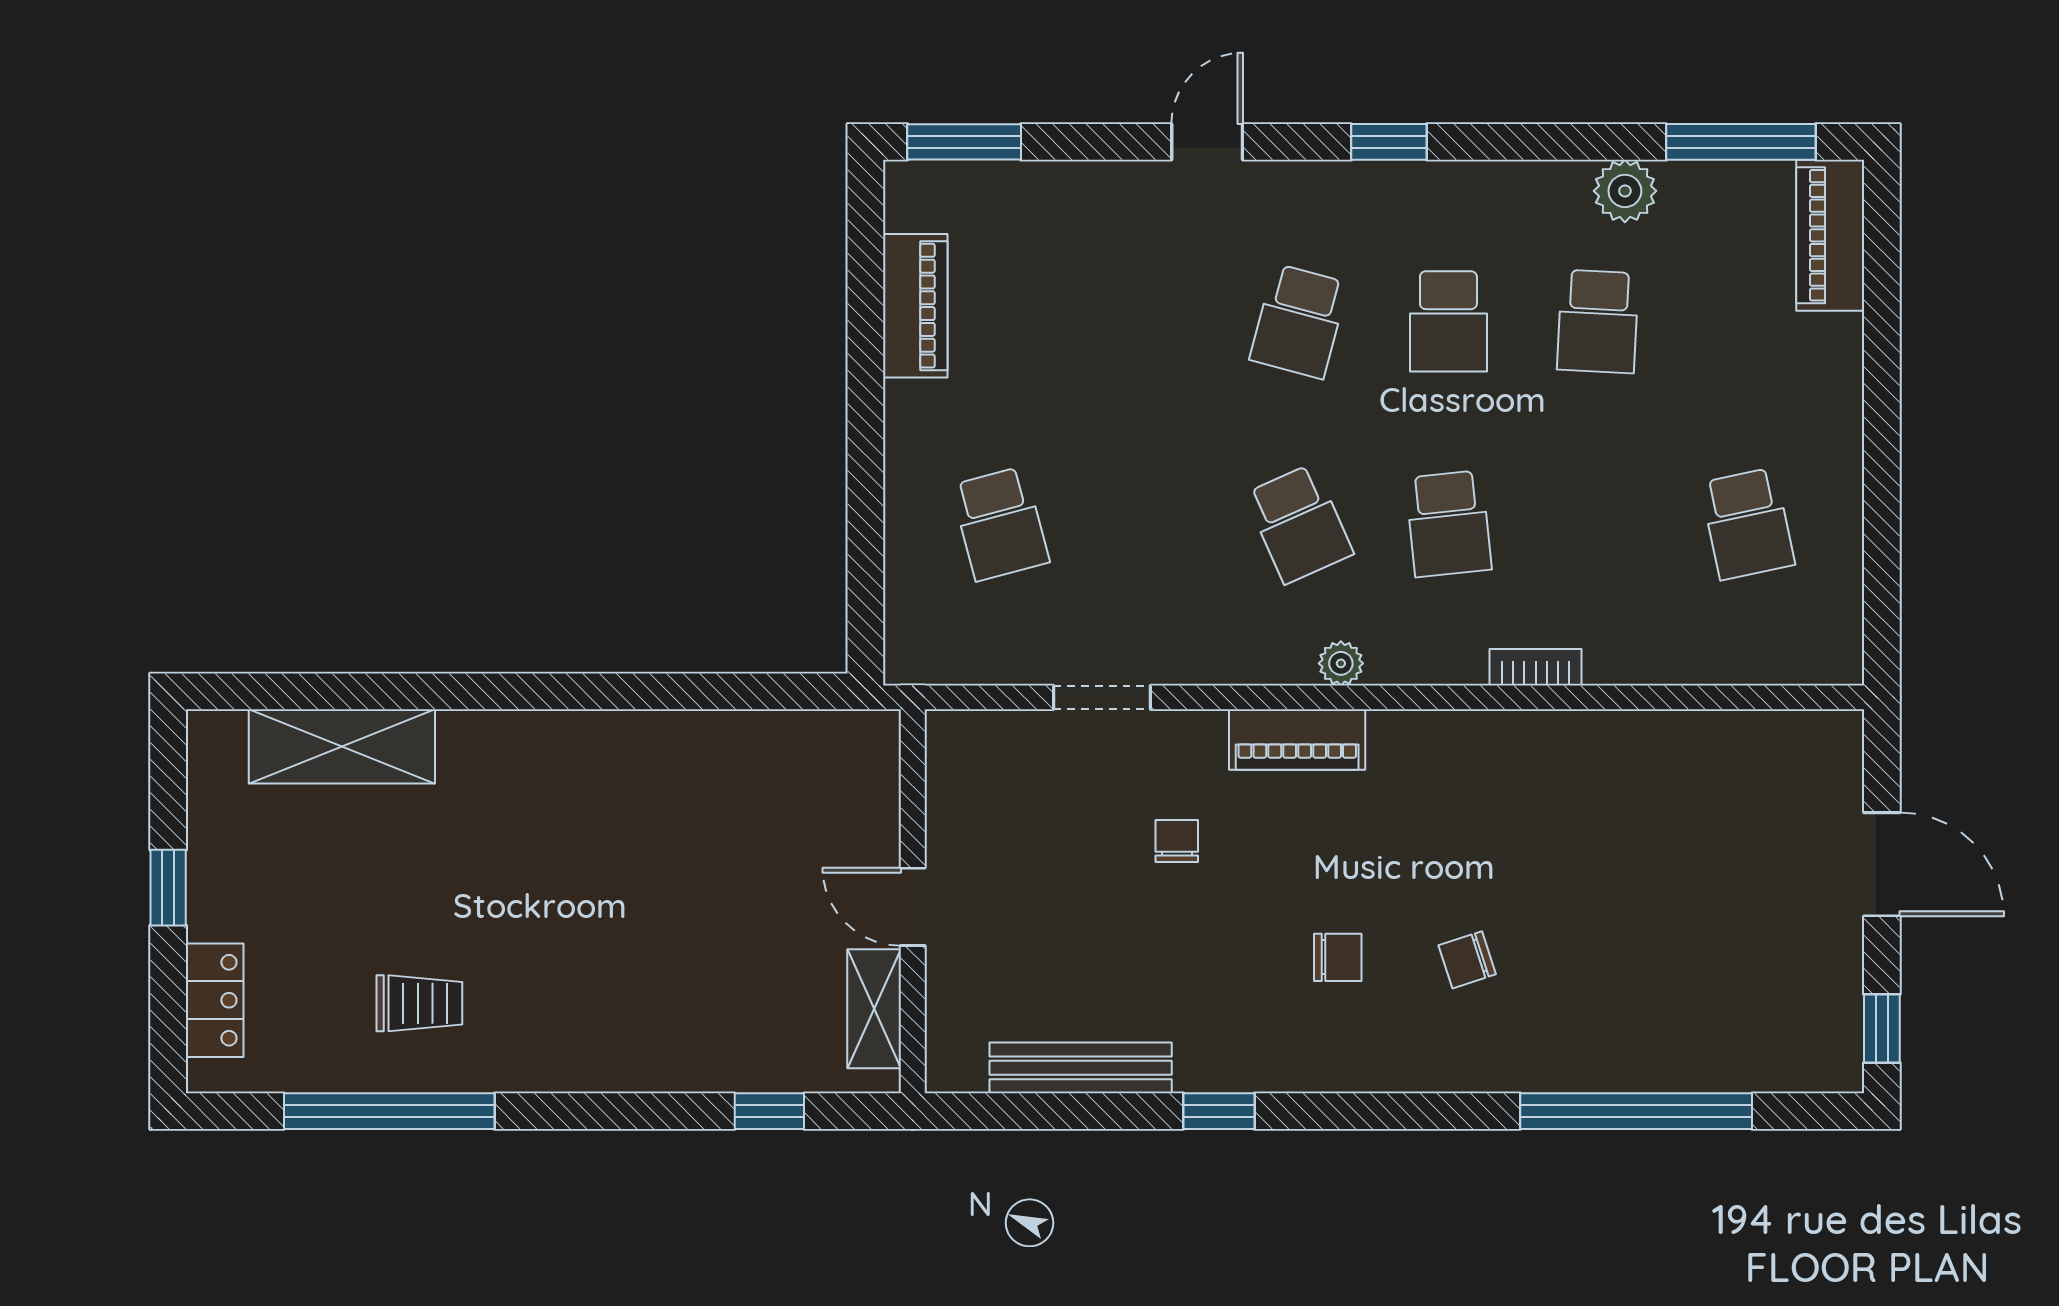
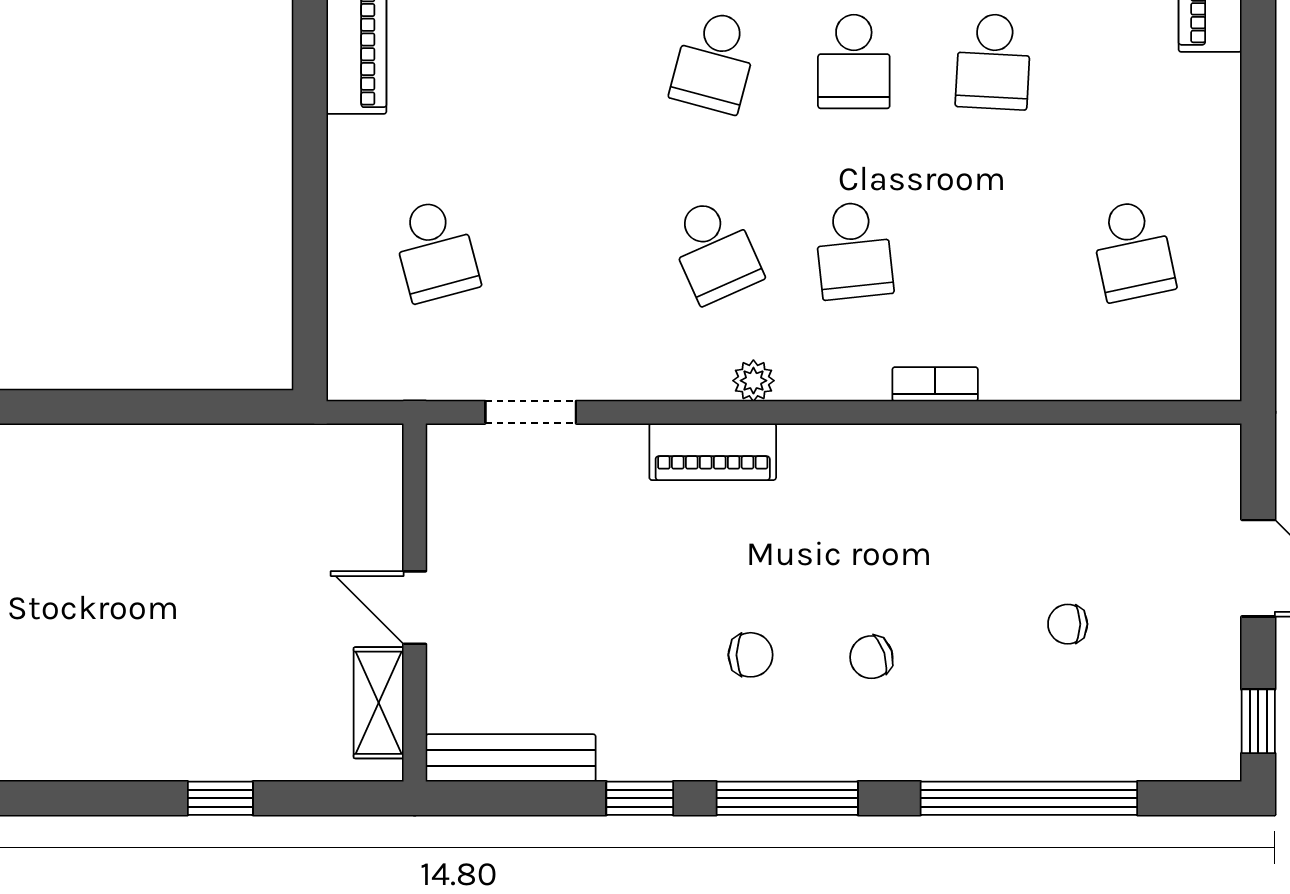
chair: (1177, 841) -> (1068, 624), moved, turned -90
wall: (913, 901) -> (415, 603), moved
door: (913, 907) -> (415, 608), moved
shelving: (874, 1009) -> (379, 703), moved
window: (1377, 1111) -> (787, 798), added

